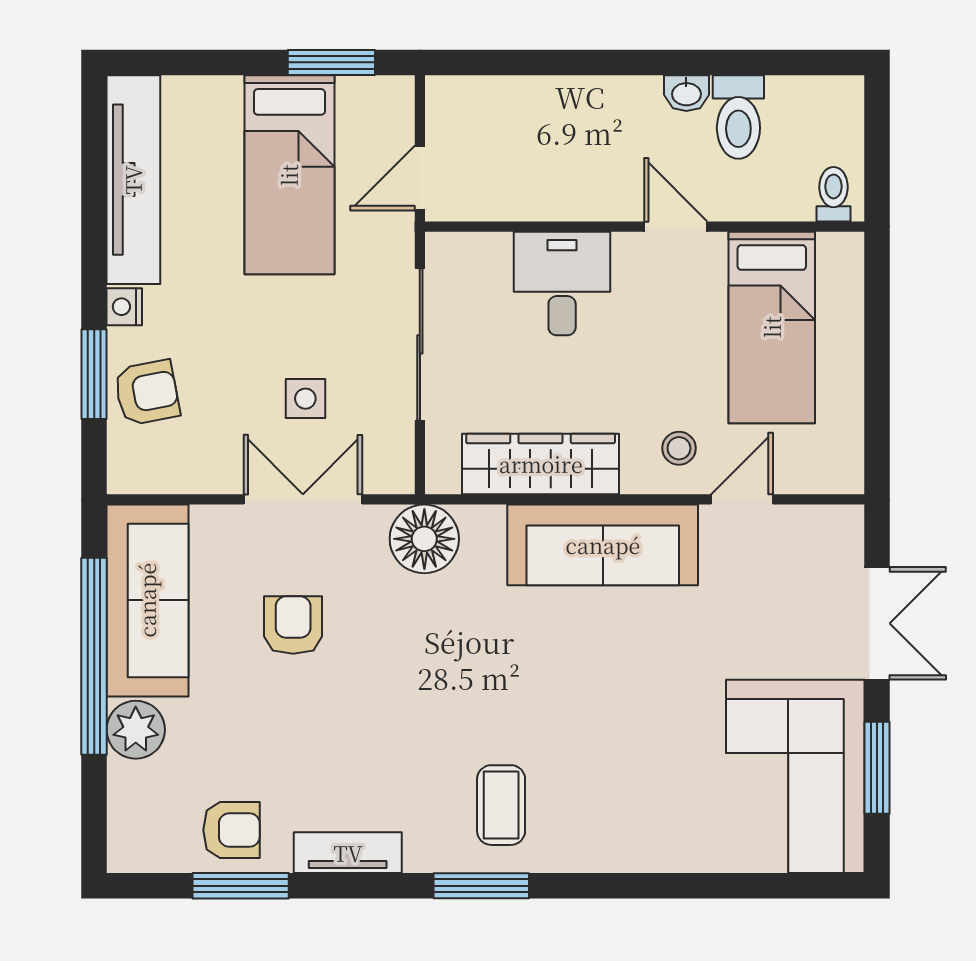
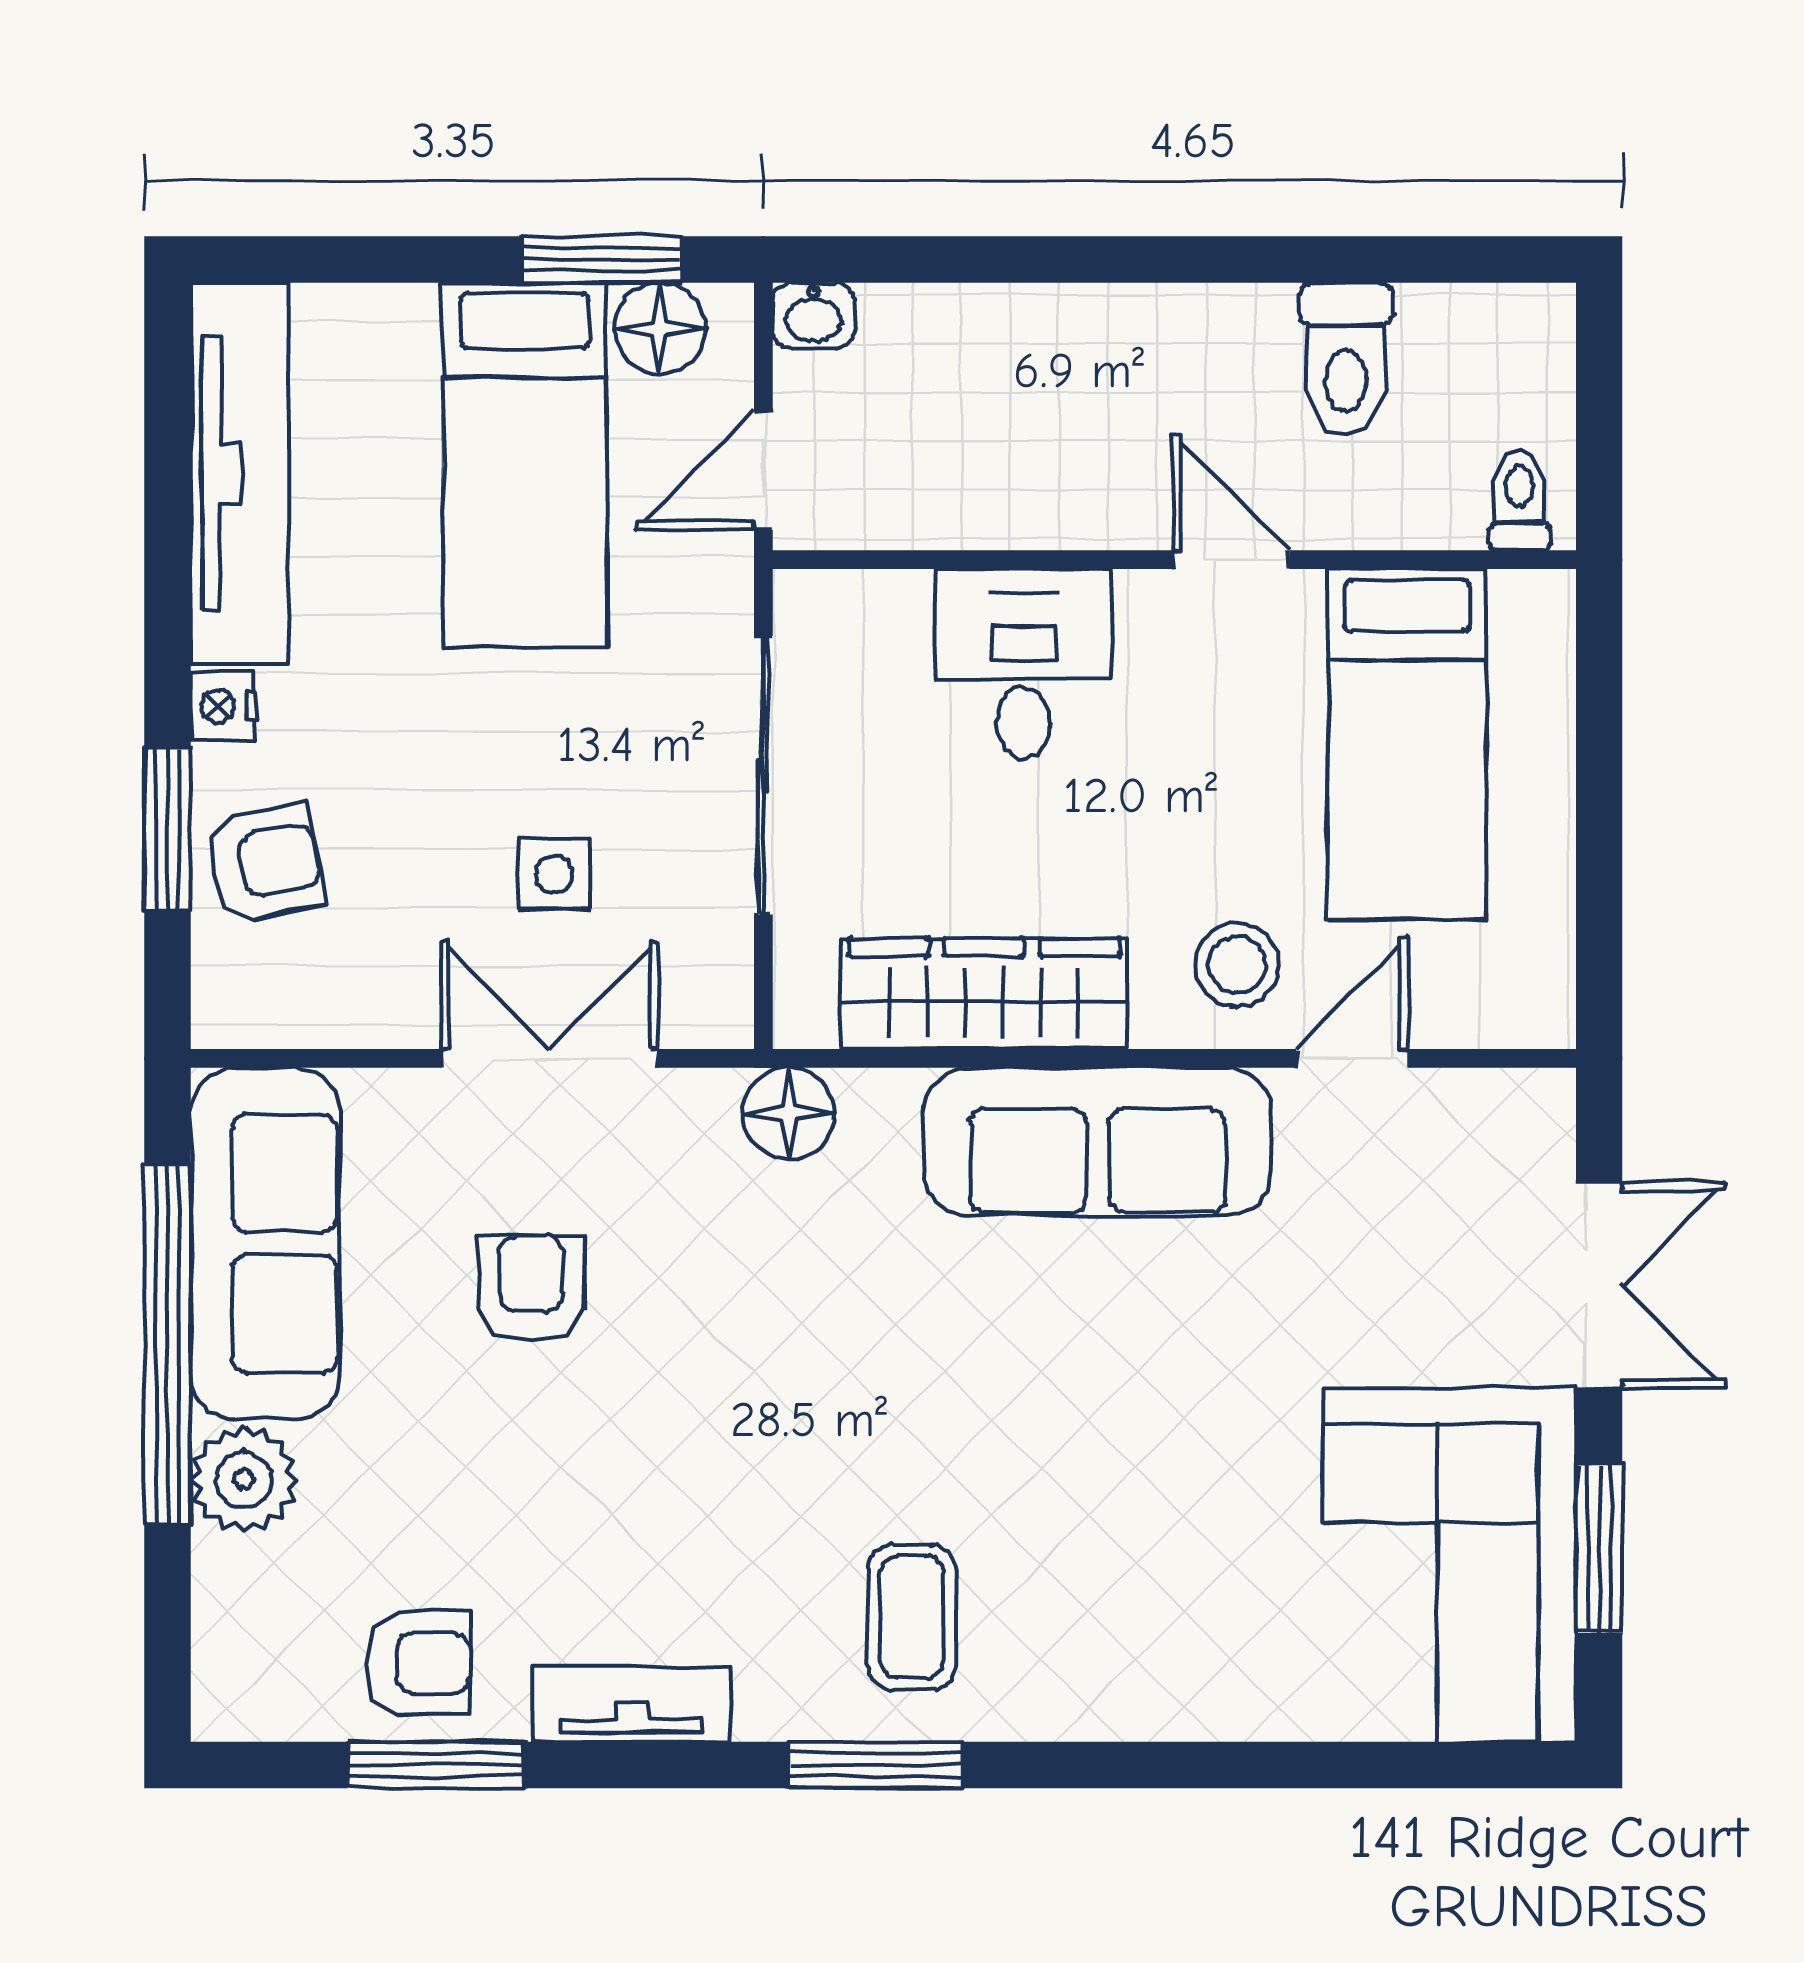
washbasin: (686, 93) -> (813, 316), moved
floor lamp: (363, 100) -> (660, 328), added
stool: (679, 448) -> (1237, 965), width x1.37, depth x1.37
floor lamp: (424, 539) -> (789, 1113), width x0.73, depth x0.73

